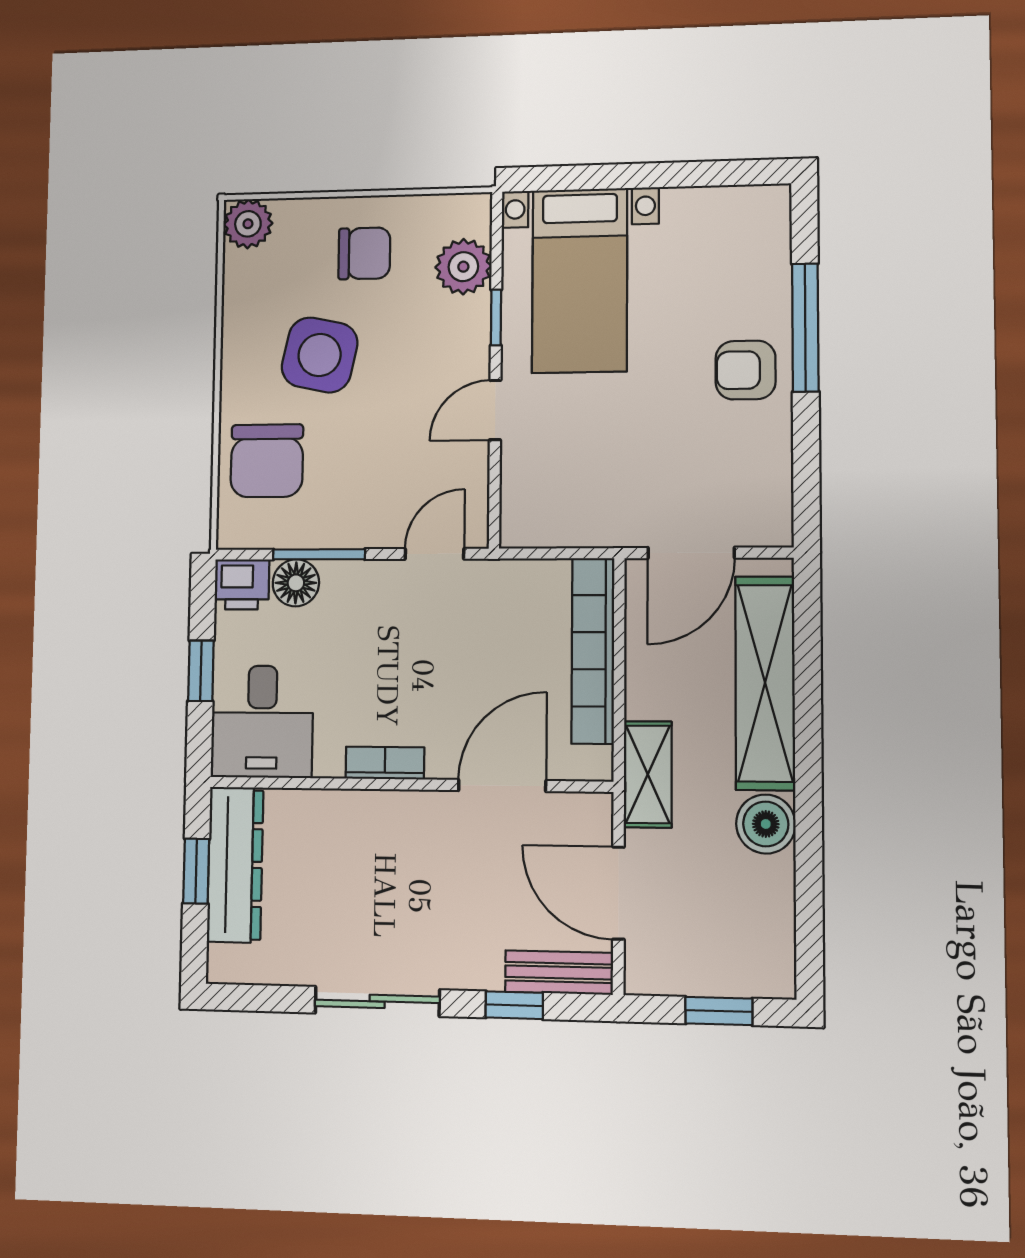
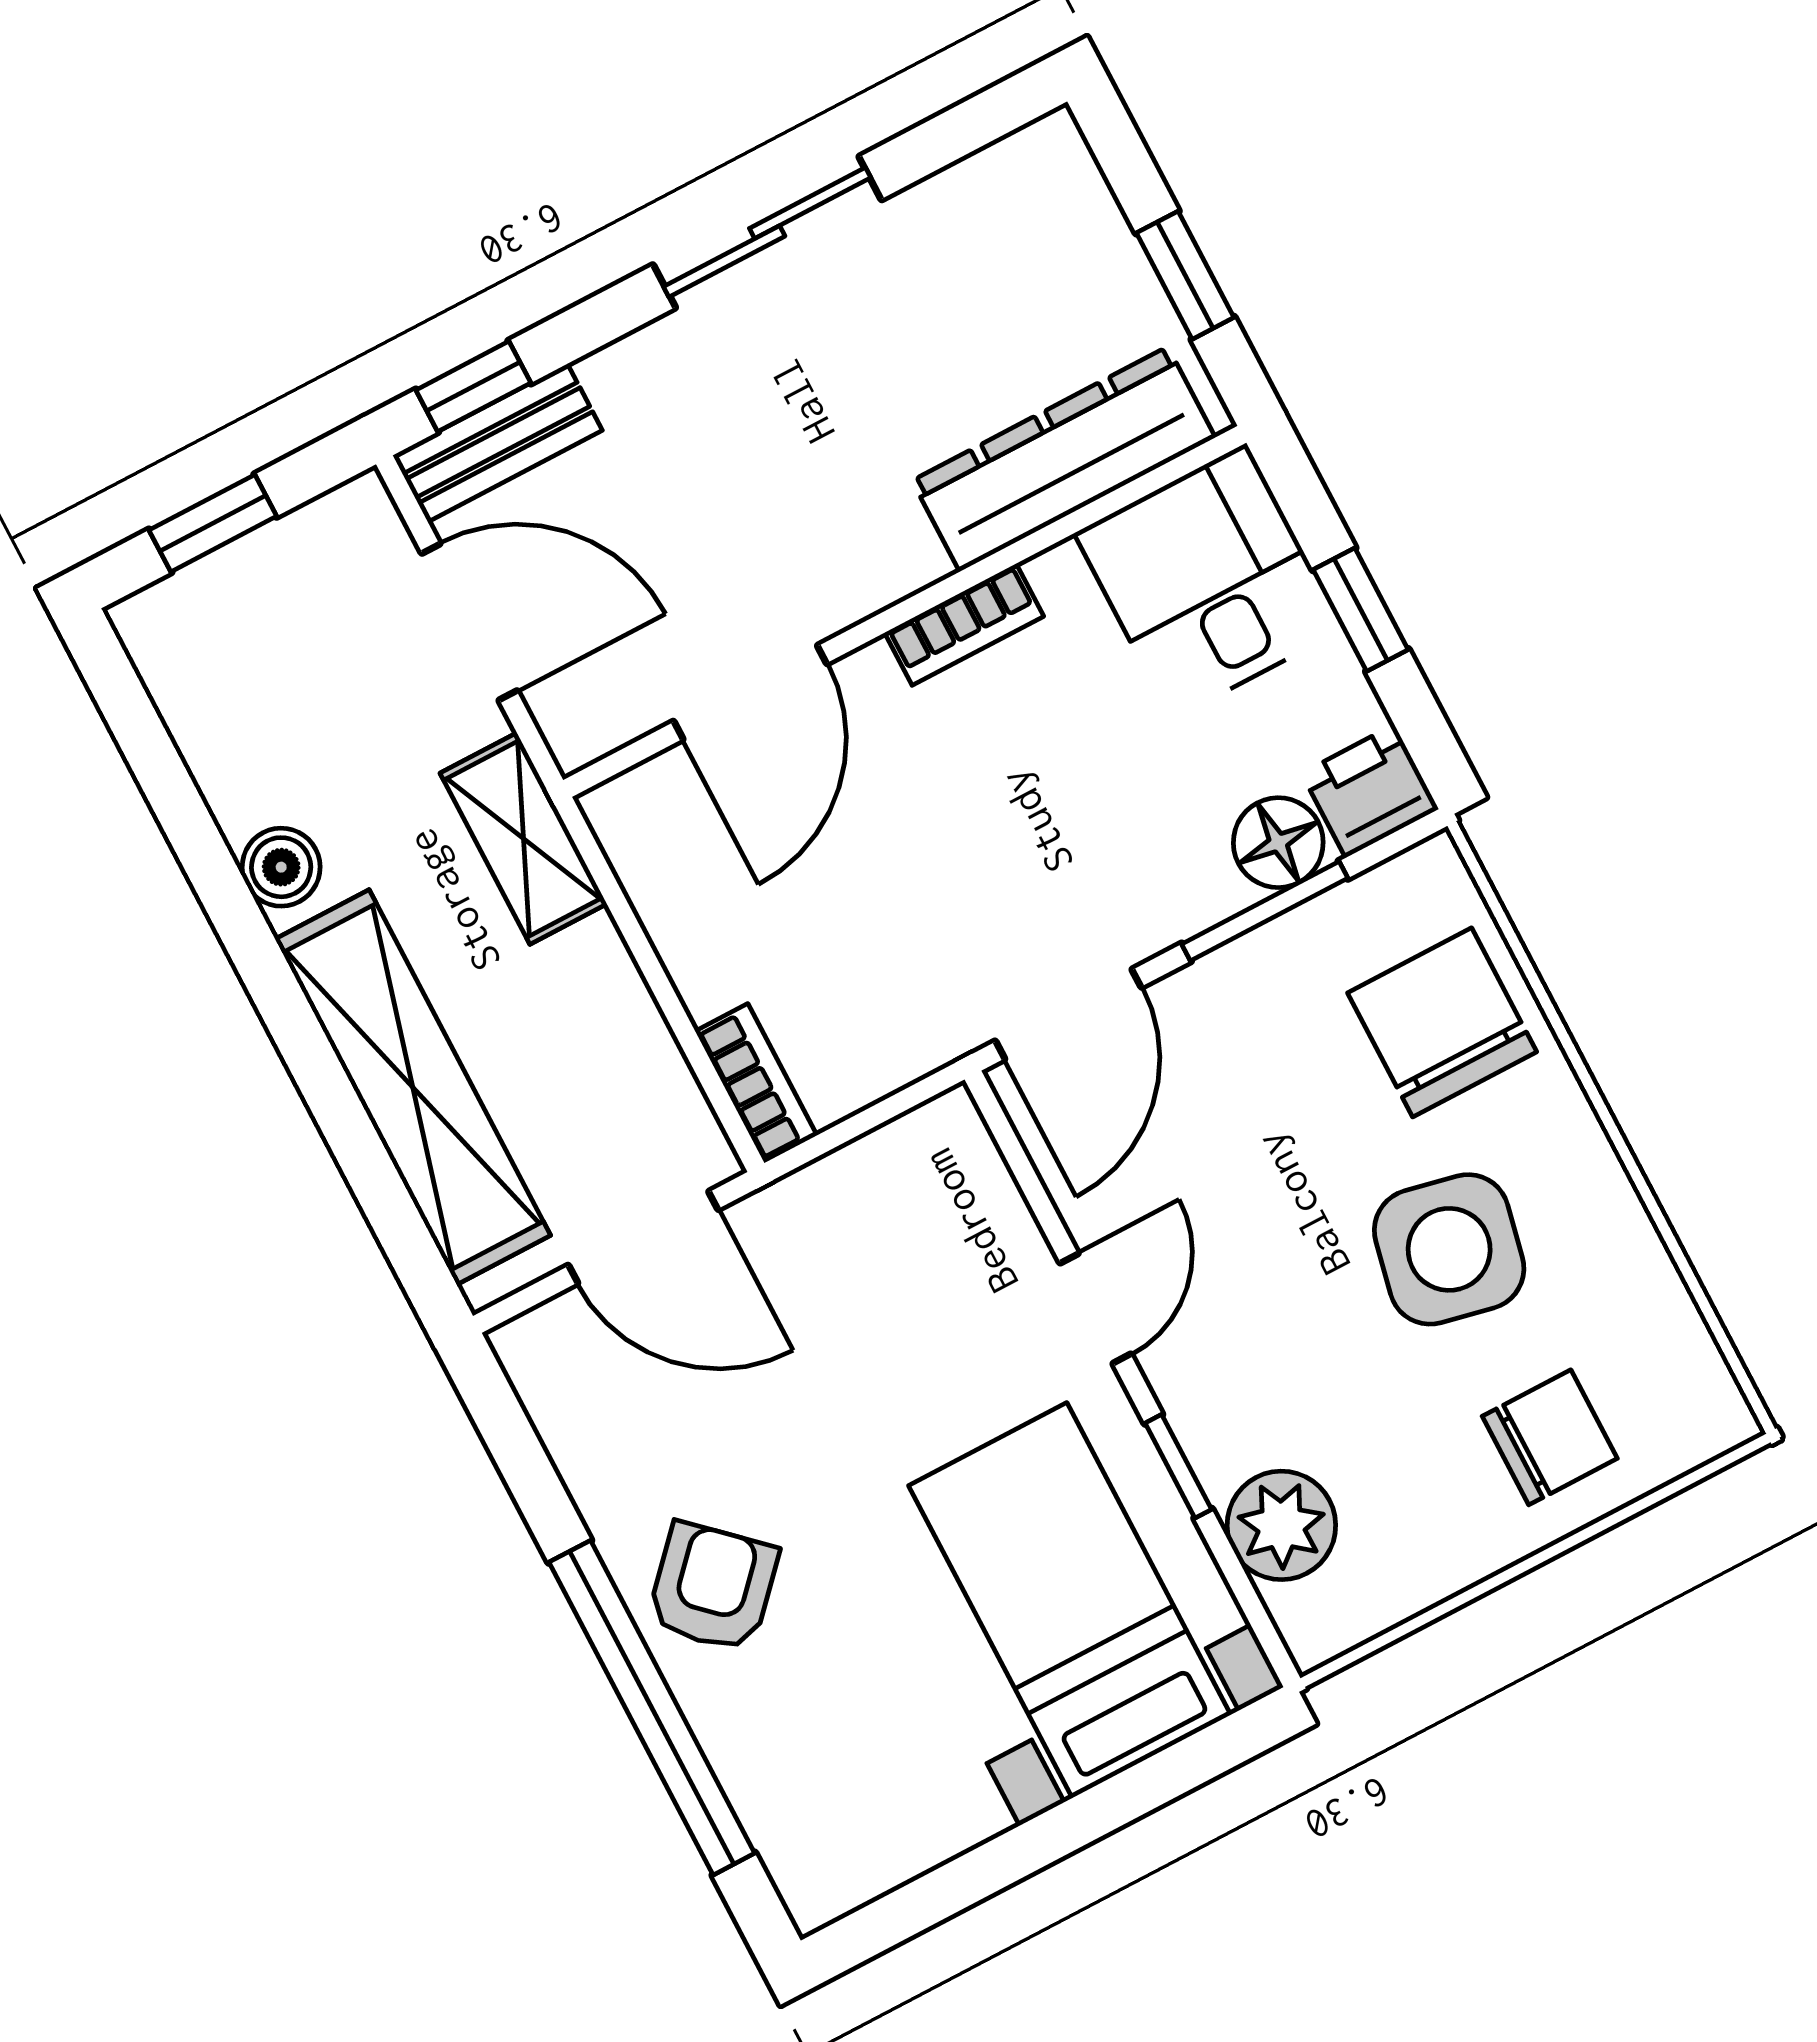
plant: (248, 224) -> (1701, 1413), removed
chair: (364, 253) -> (1550, 1437), moved, turned 180
window: (805, 328) -> (652, 1708), width x1.46
armchair: (746, 370) -> (713, 1587), turned -47
door: (691, 553) -> (643, 1237), swing flipped
door: (434, 554) -> (1068, 1014), width x1.38
bookcase: (593, 651) -> (756, 1083), width x0.43, depth x0.76
boiler: (766, 824) -> (281, 867), width x0.73, depth x0.73
dresser: (235, 865) -> (1064, 459), moved, turned 90
window: (514, 1005) -> (473, 386), moved

